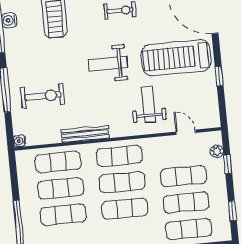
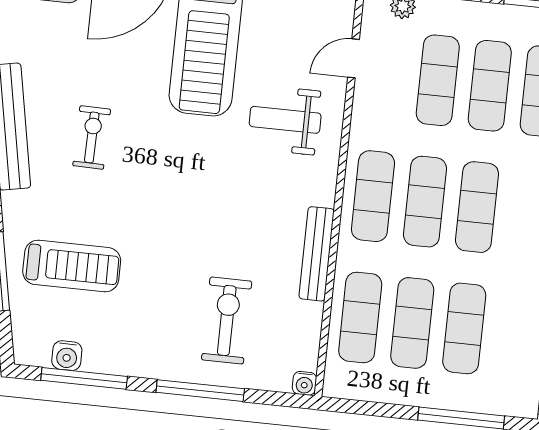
weight bench: (108, 64) -> (190, 182), removed

